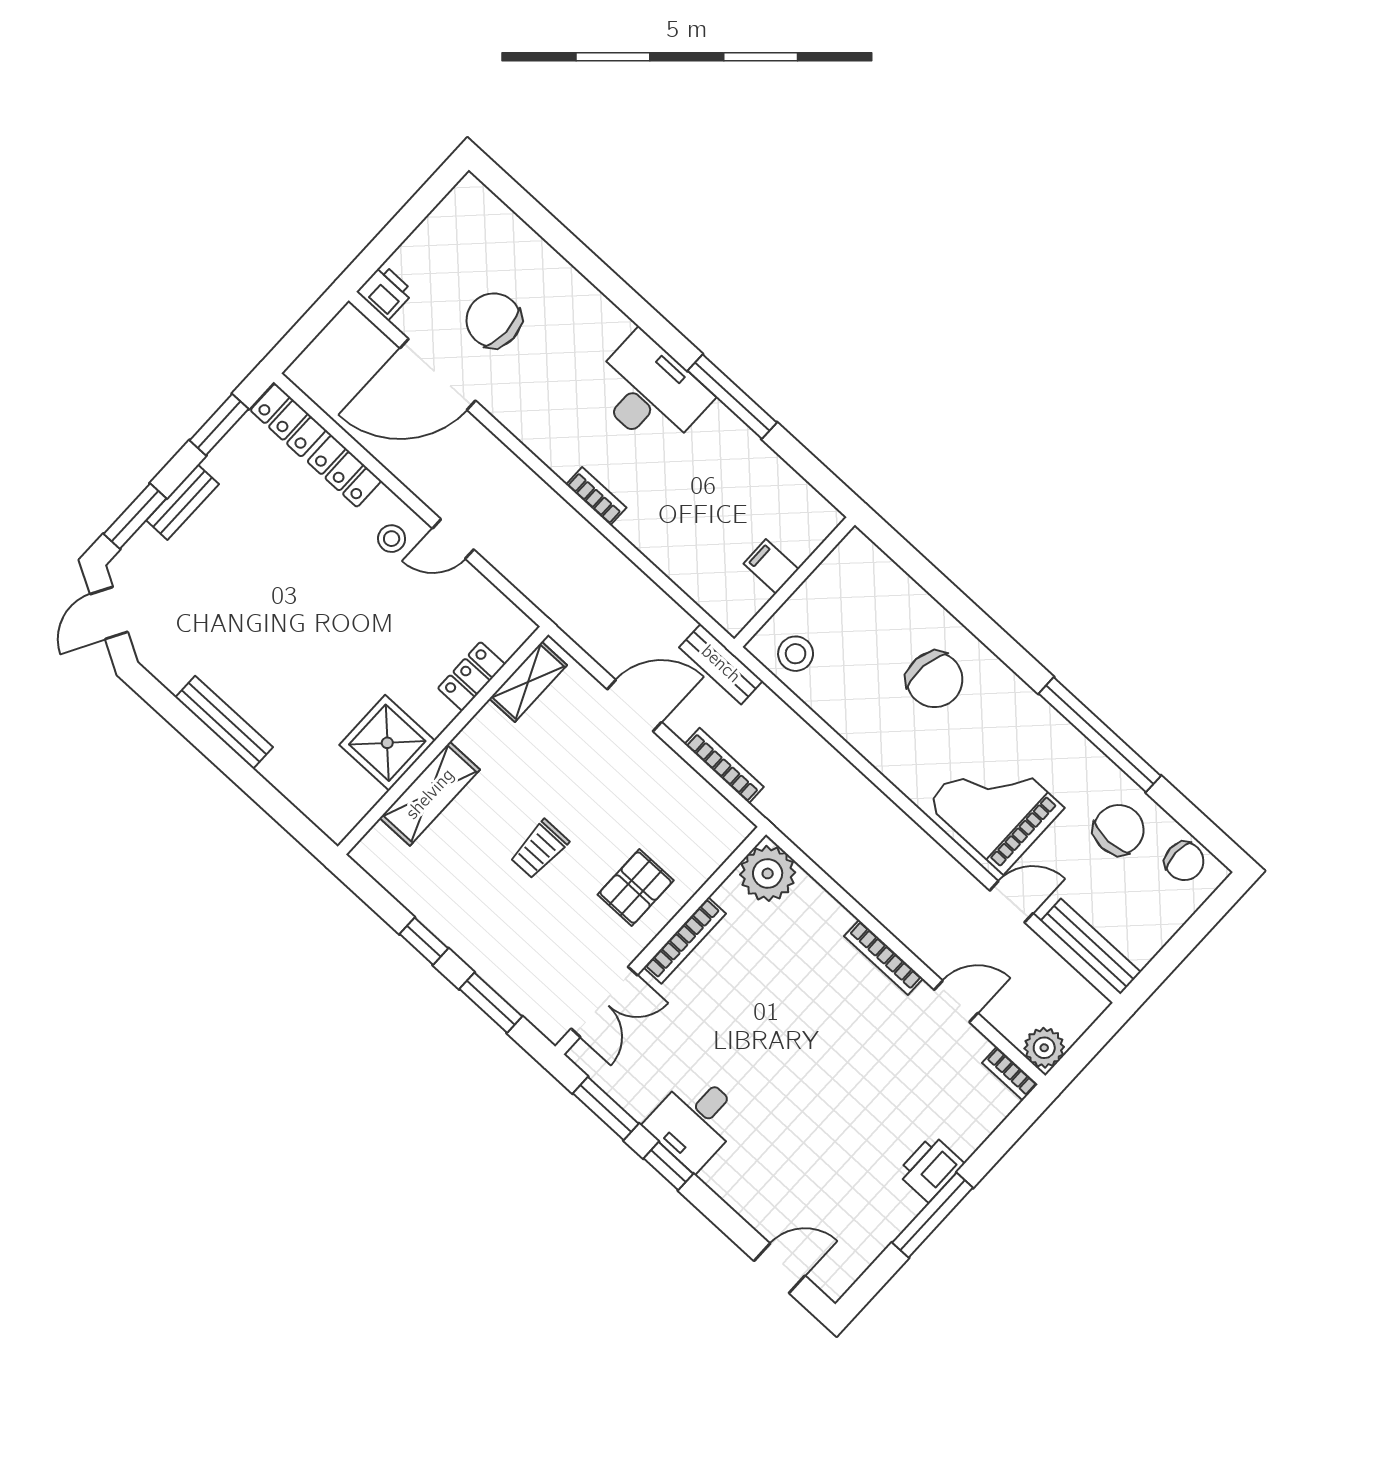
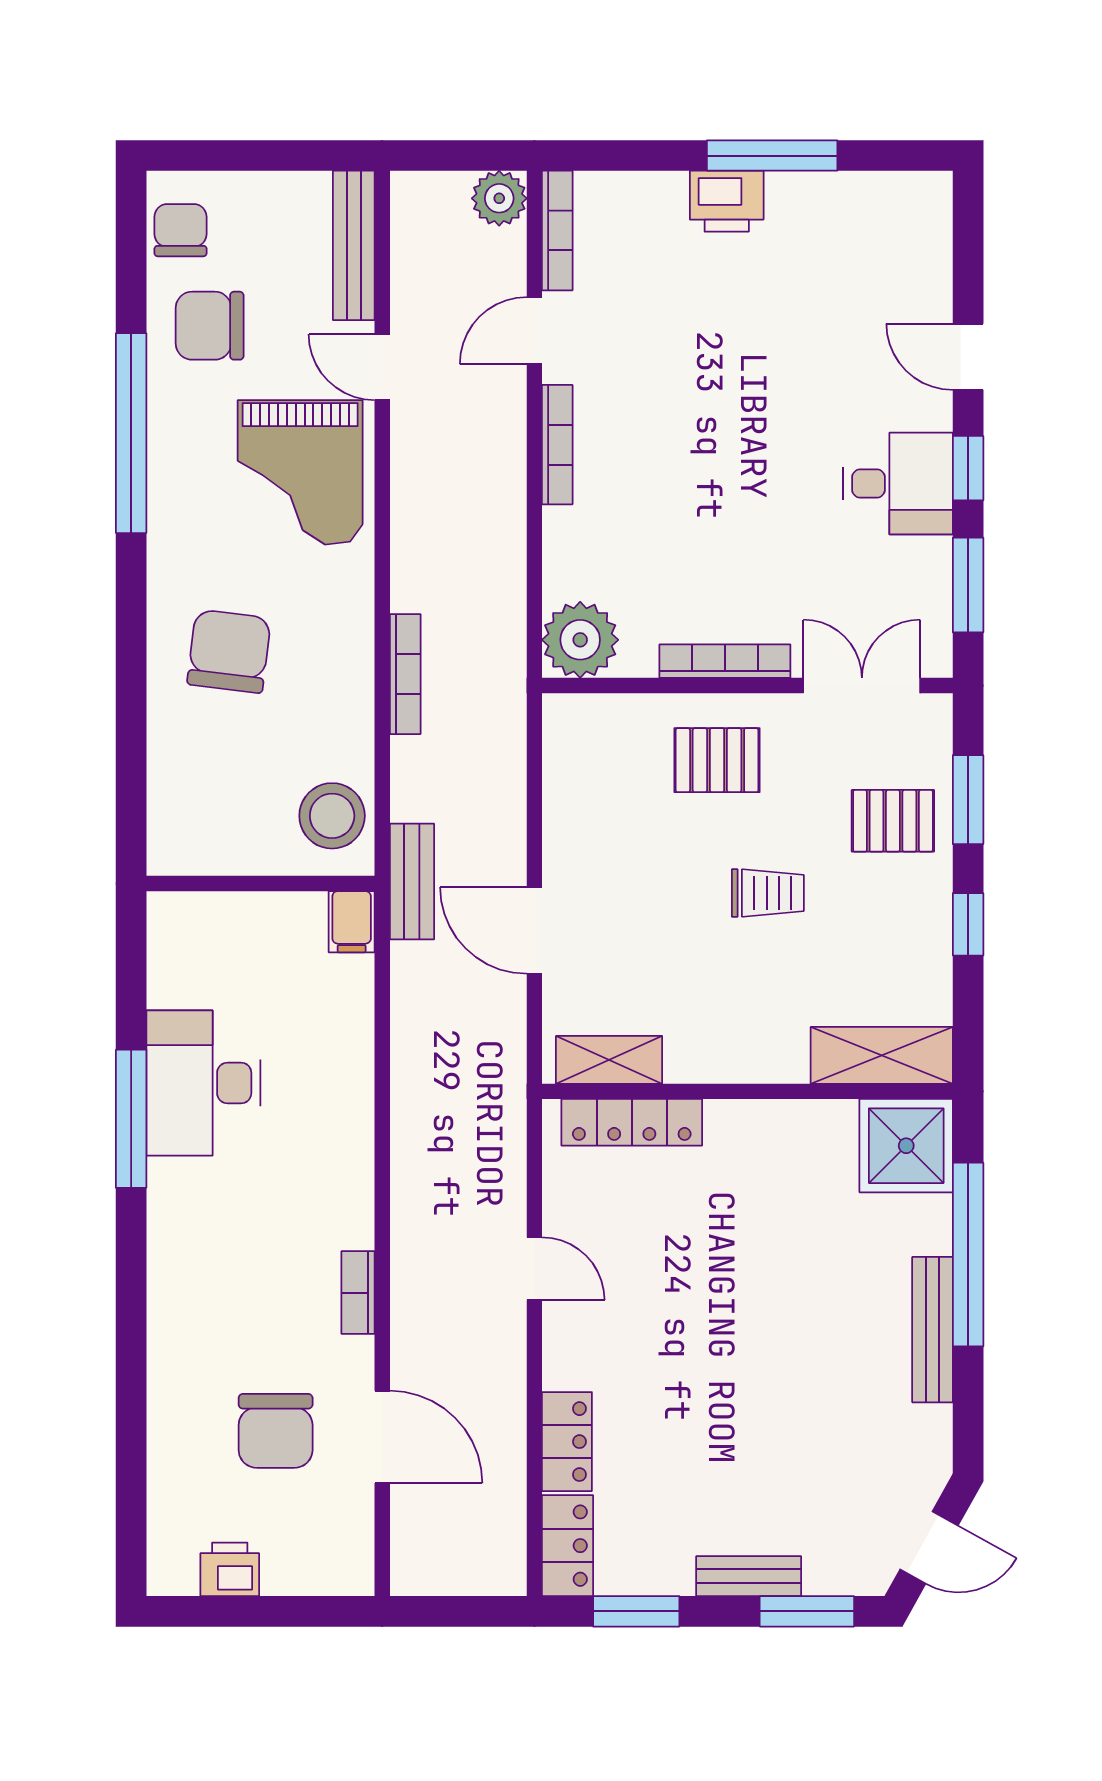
printer: (385, 292) -> (230, 1569), moved, turned 90
door: (438, 374) -> (382, 1437), width x0.73
desk: (650, 392) -> (203, 1083), moved
bookcase: (596, 496) -> (358, 1293), moved
stool: (392, 539) -> (591, 1331), removed
filing cabinet: (771, 566) -> (352, 922), moved
stool: (796, 654) -> (332, 816), width x1.38, depth x1.38
locker: (472, 676) -> (632, 1122), width x1.53
shower: (387, 743) -> (906, 1146), moved
bookcase: (724, 766) -> (405, 674), moved, turned 180
window: (247, 778) -> (968, 1255), added
shelving: (430, 794) -> (882, 1055), moved
pallet: (516, 952) -> (893, 821), added
door: (956, 1001) -> (534, 331), hinge flipped
bookcase: (1010, 1074) -> (557, 230), width x1.56
door: (780, 1268) -> (968, 357), moved

